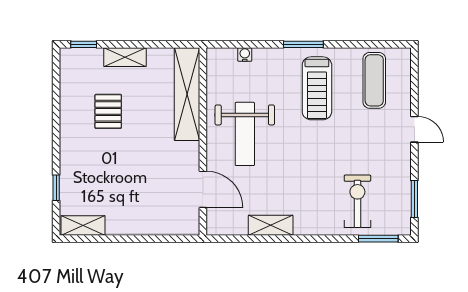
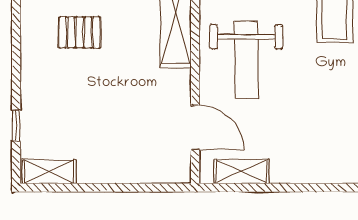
pallet: (108, 111) -> (80, 32), turned 90
shelving: (271, 225) -> (241, 171), moved

